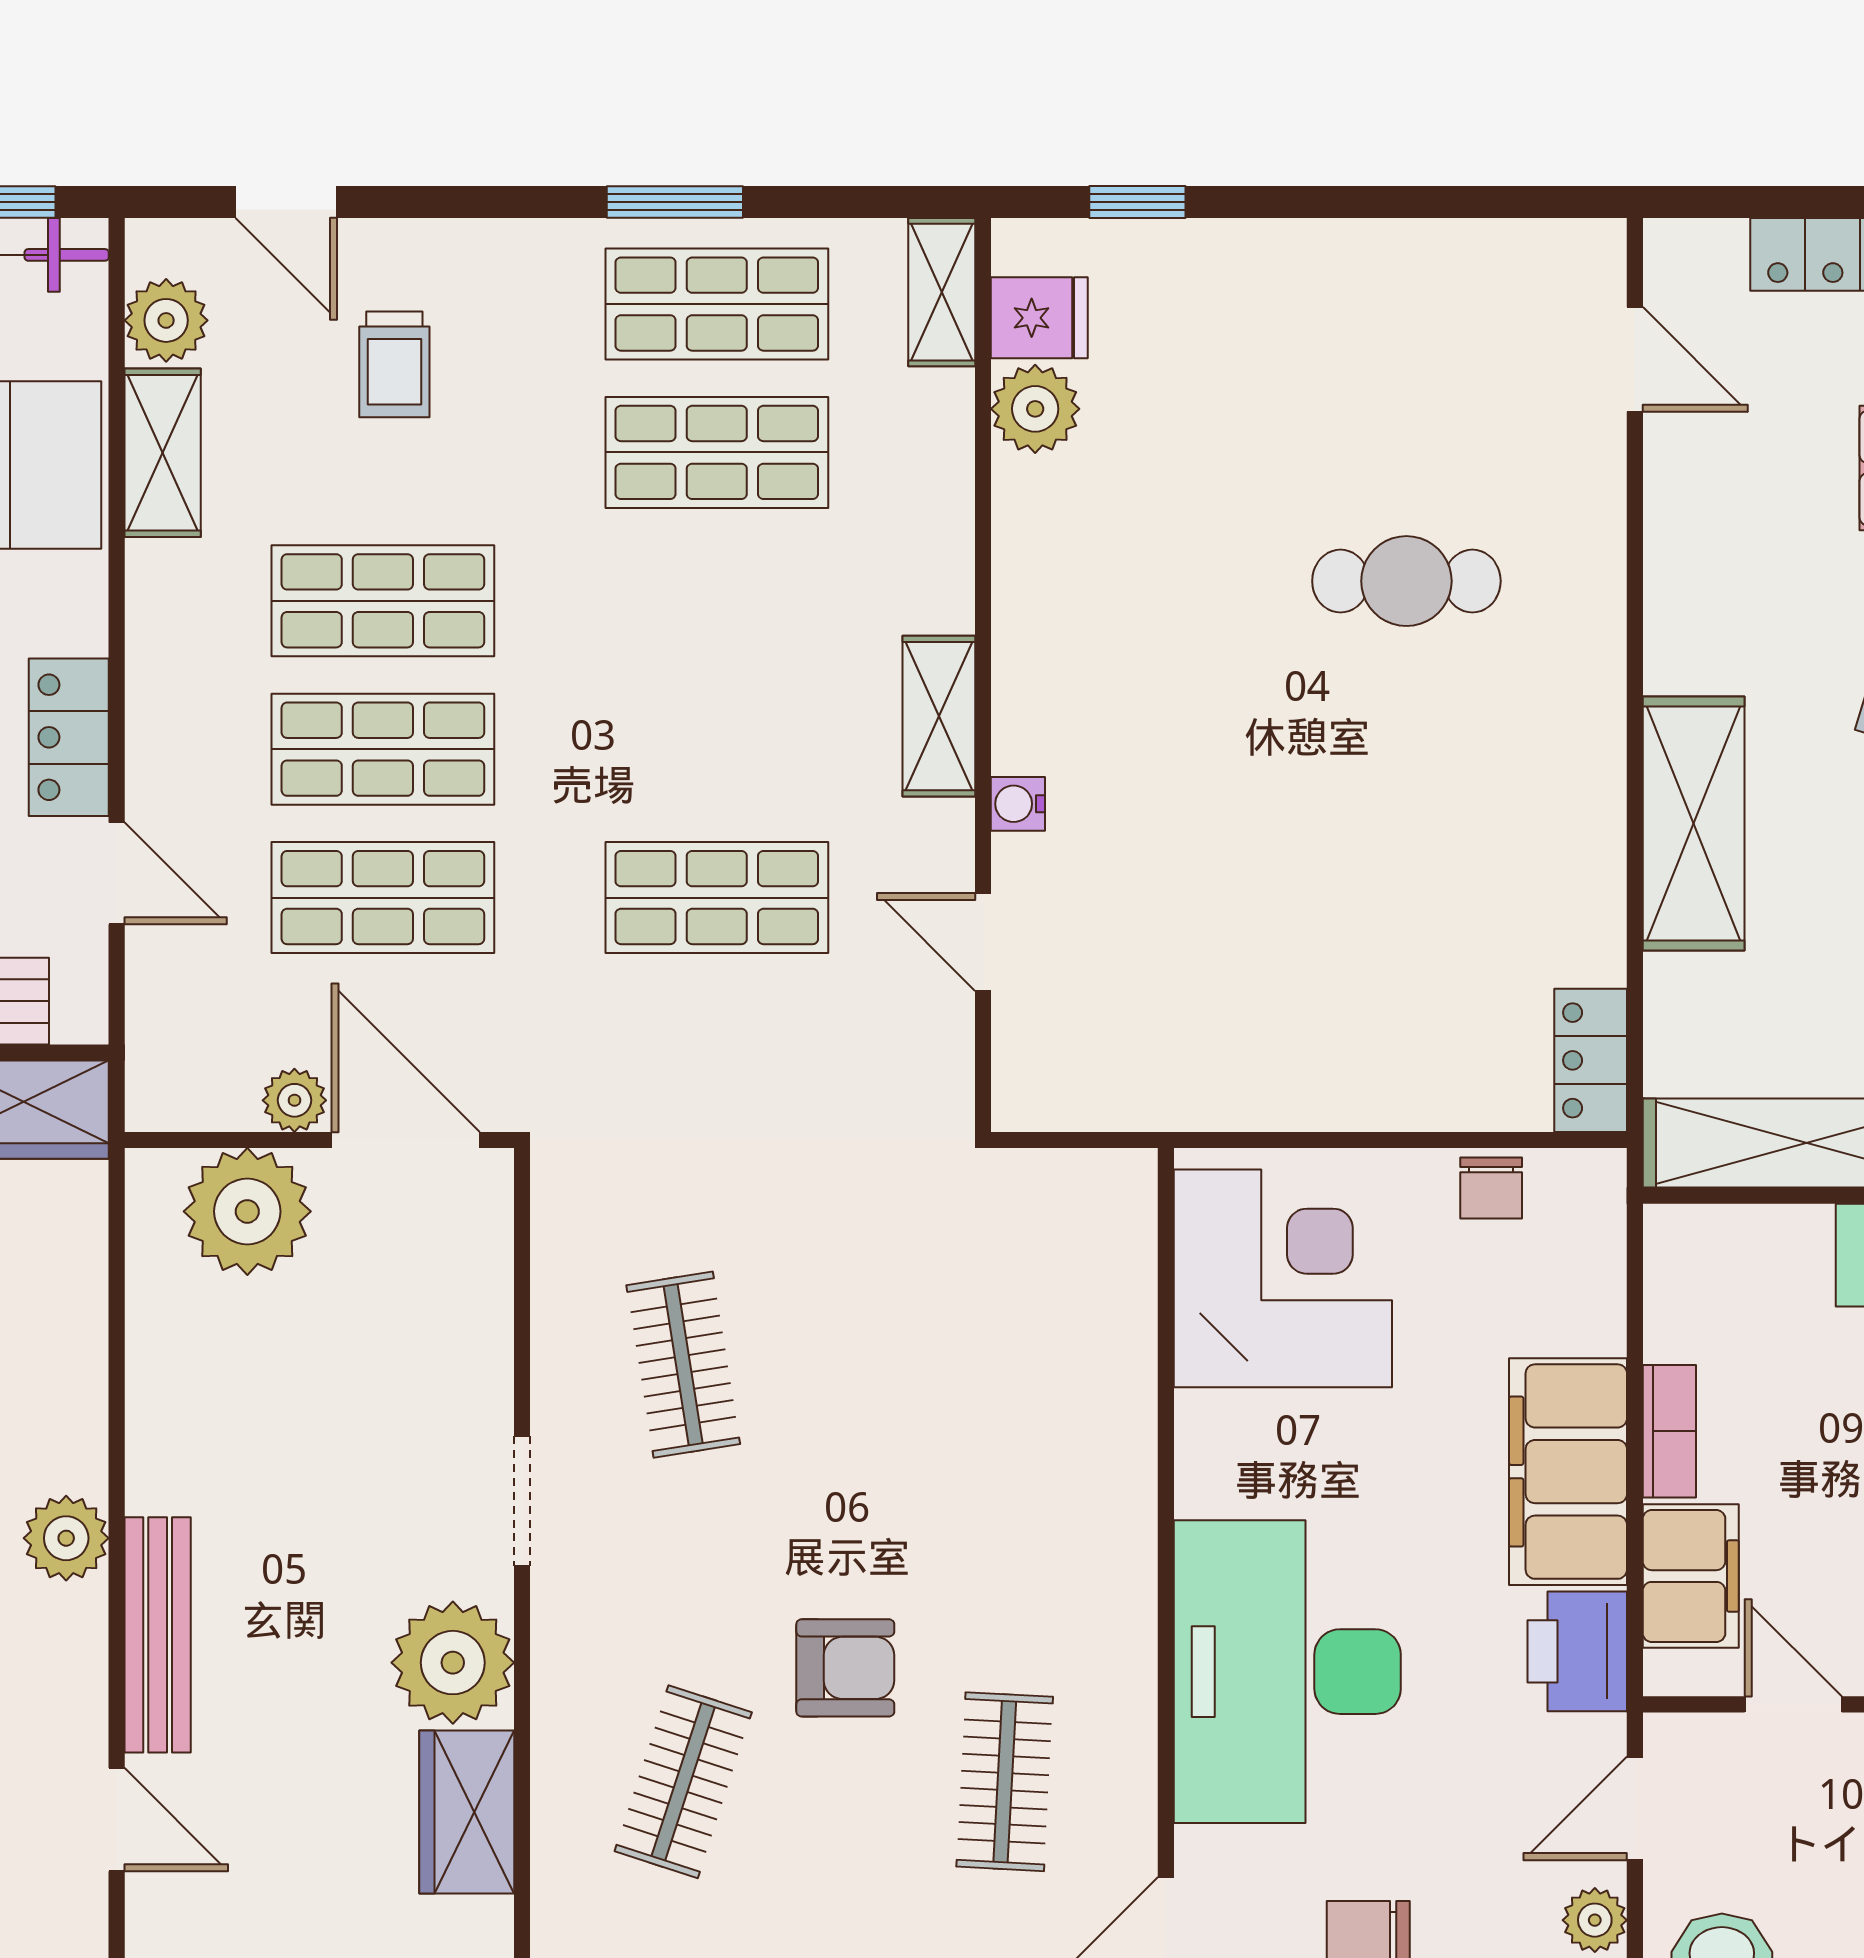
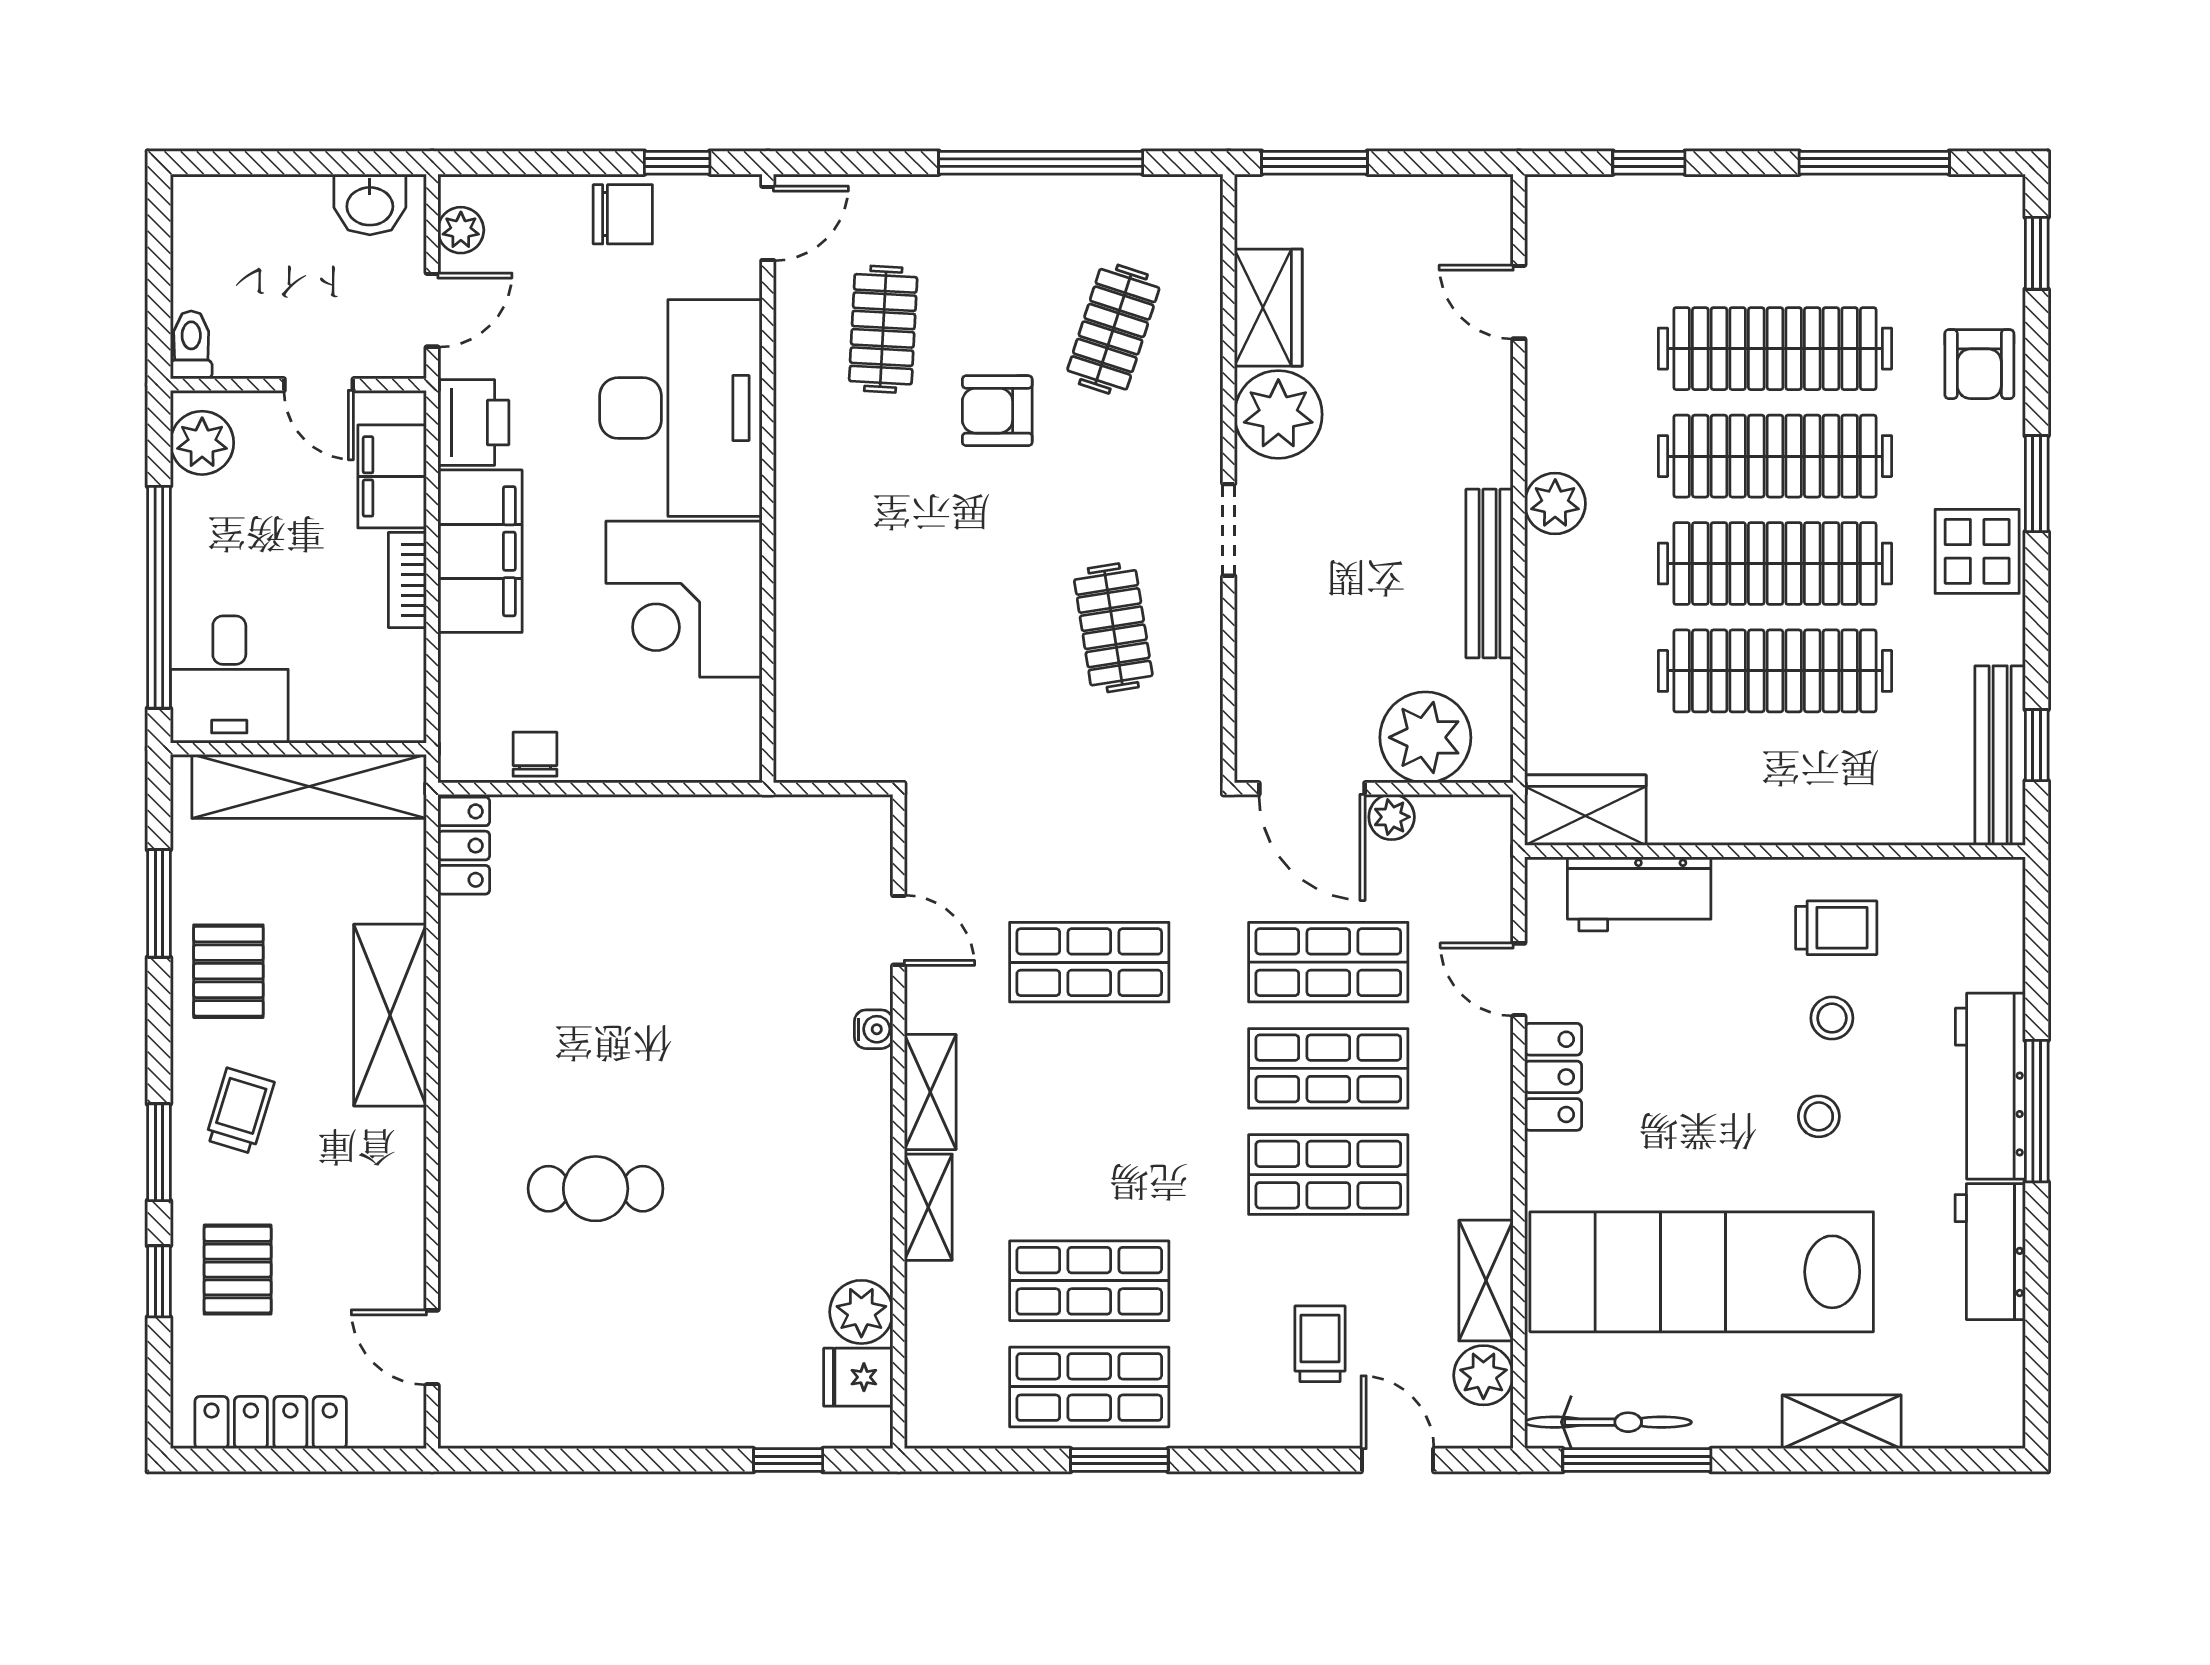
shelving: (942, 292) -> (928, 1207), moved
corner desk: (1283, 1278) -> (684, 599), moved
bench: (158, 1635) -> (1490, 573), moved

